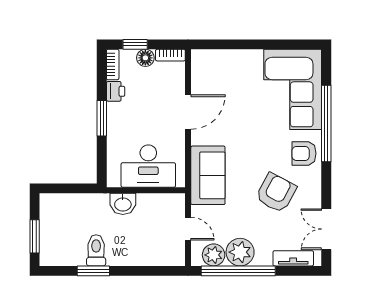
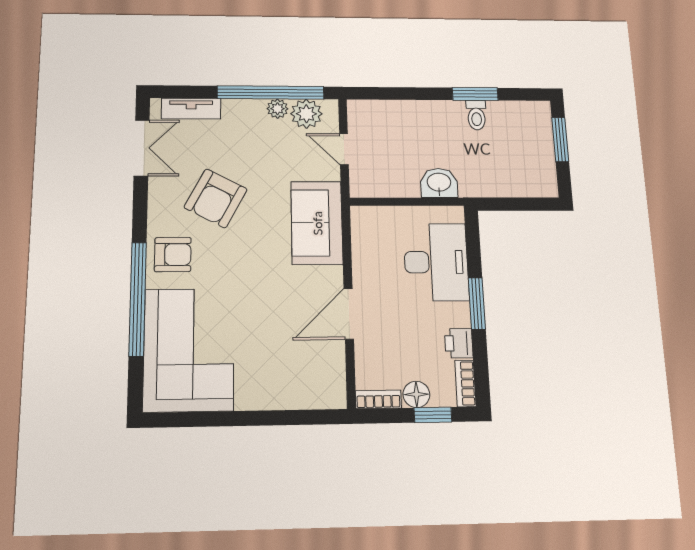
desk: (148, 166) -> (436, 262), moved, turned 90
toilet: (96, 250) -> (476, 115), width x0.73, depth x0.72
plant: (240, 252) -> (278, 109), width x0.53, depth x0.53

